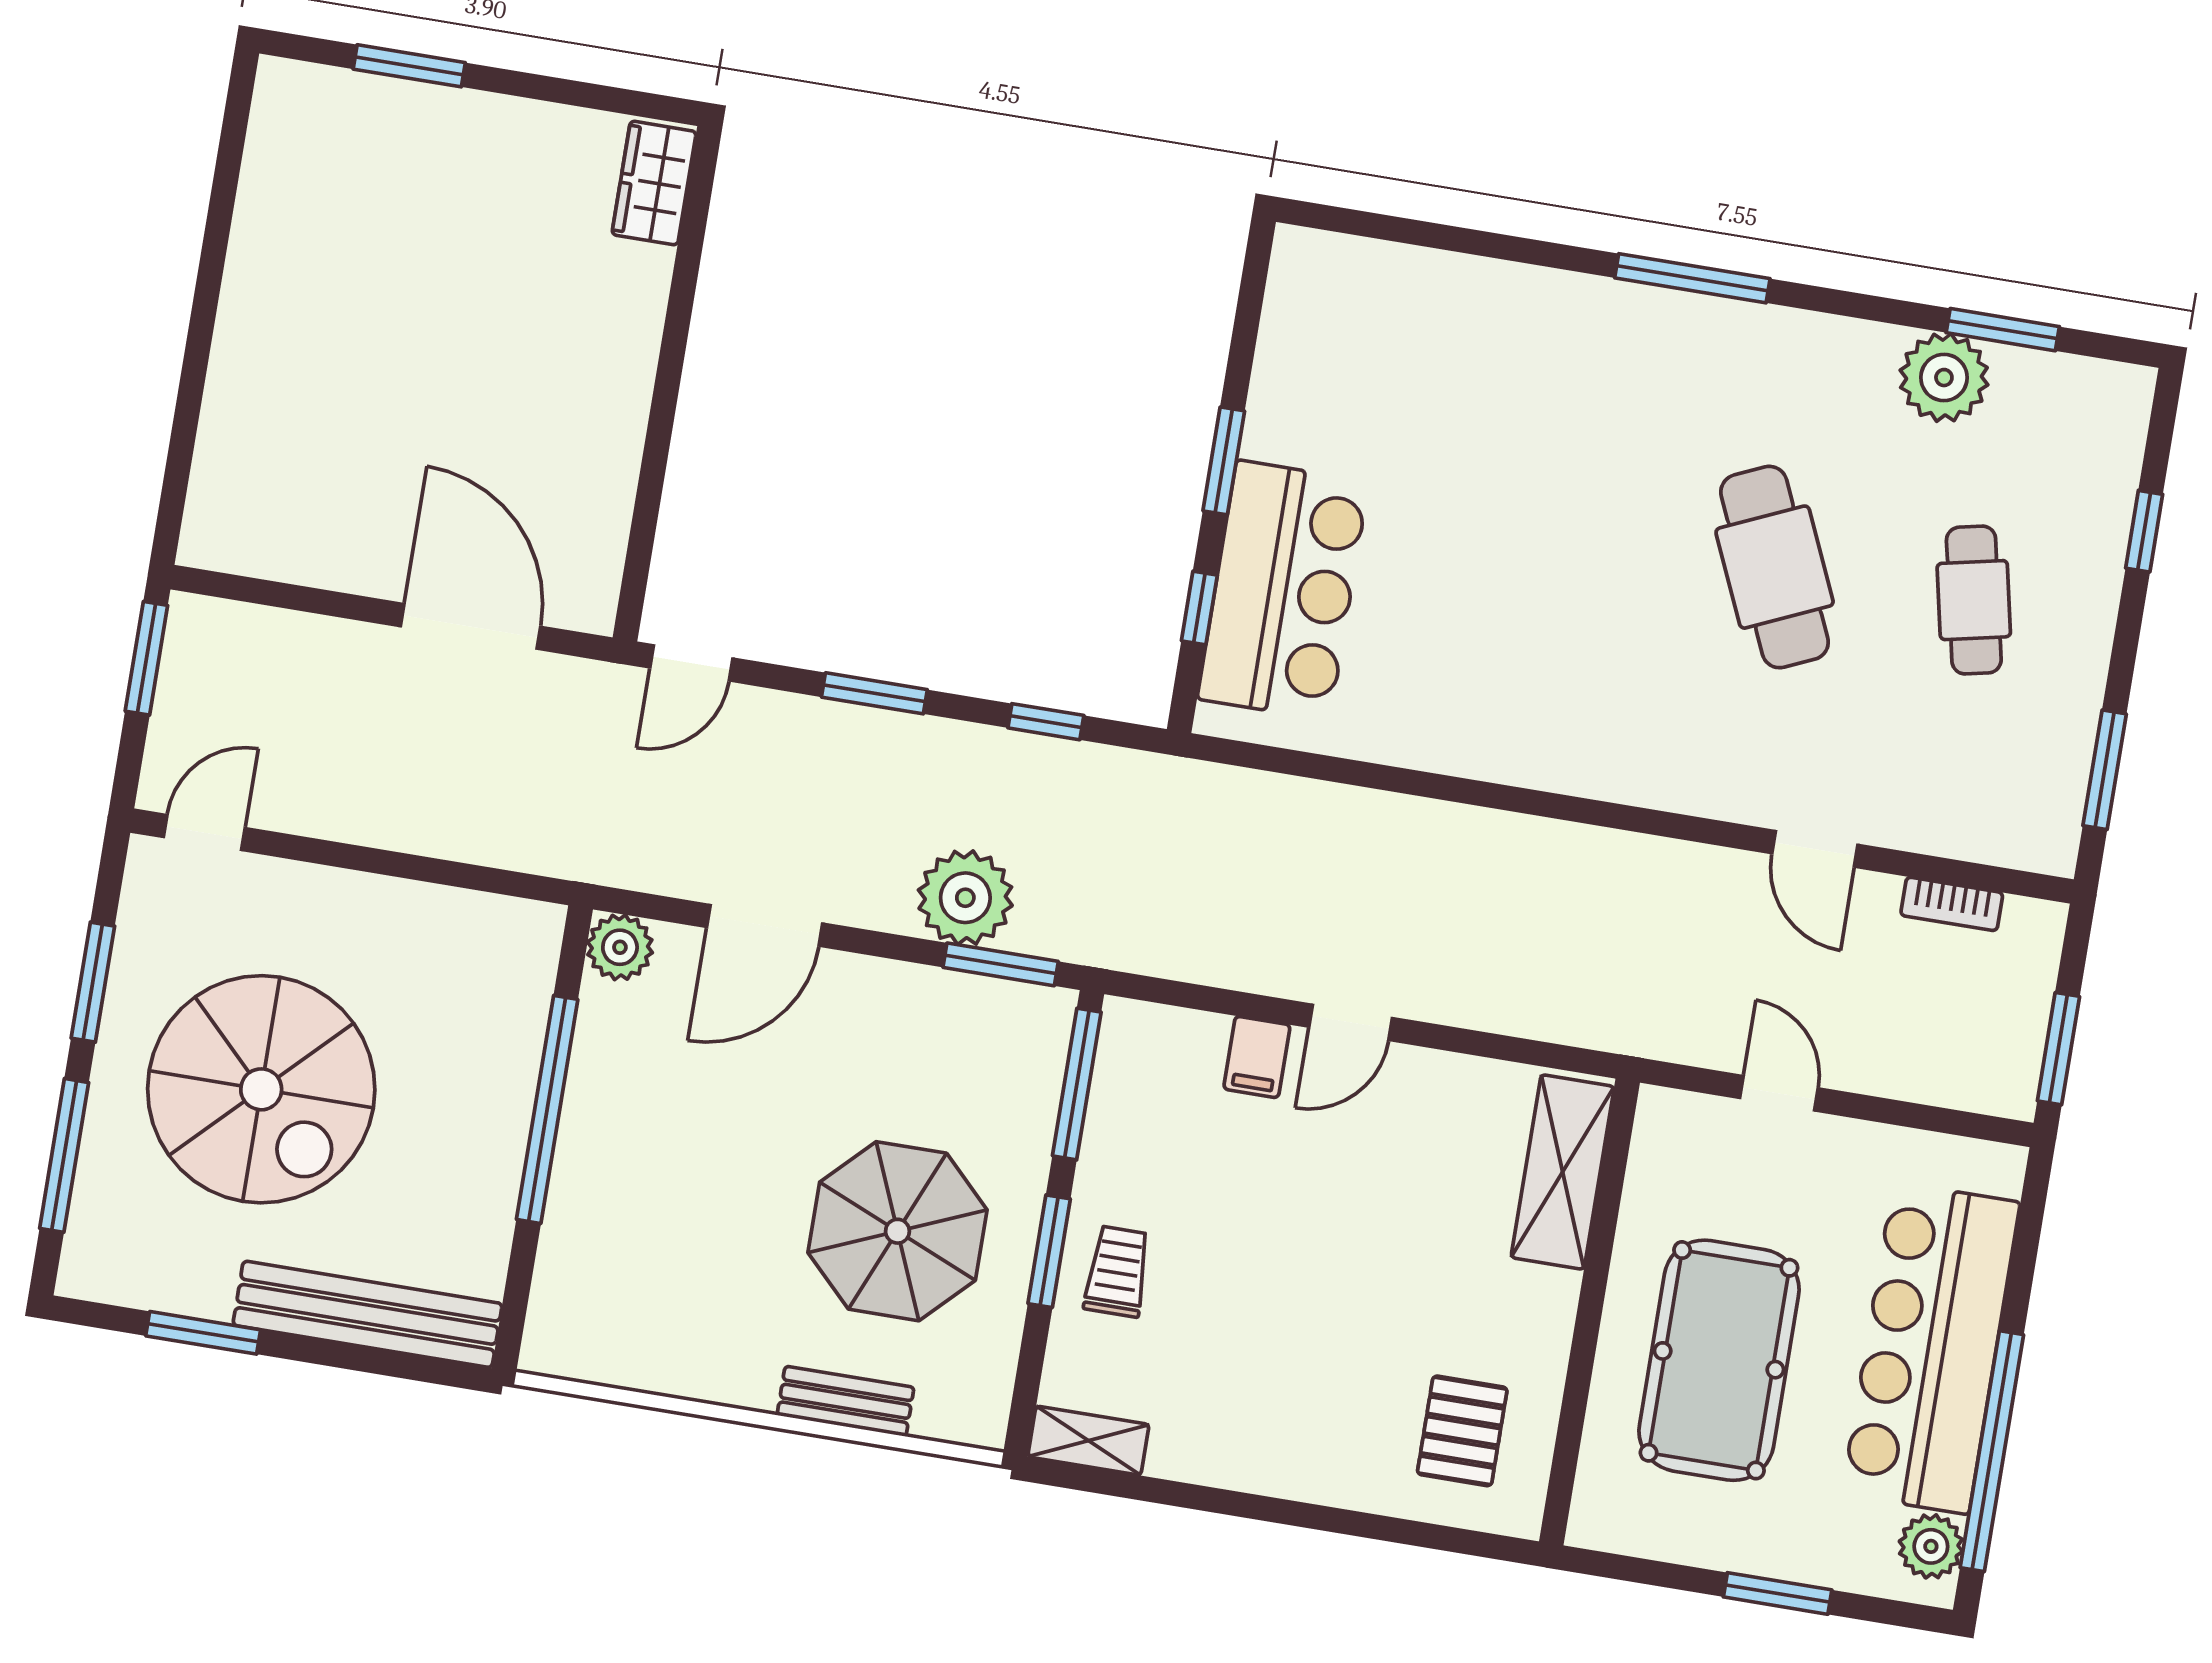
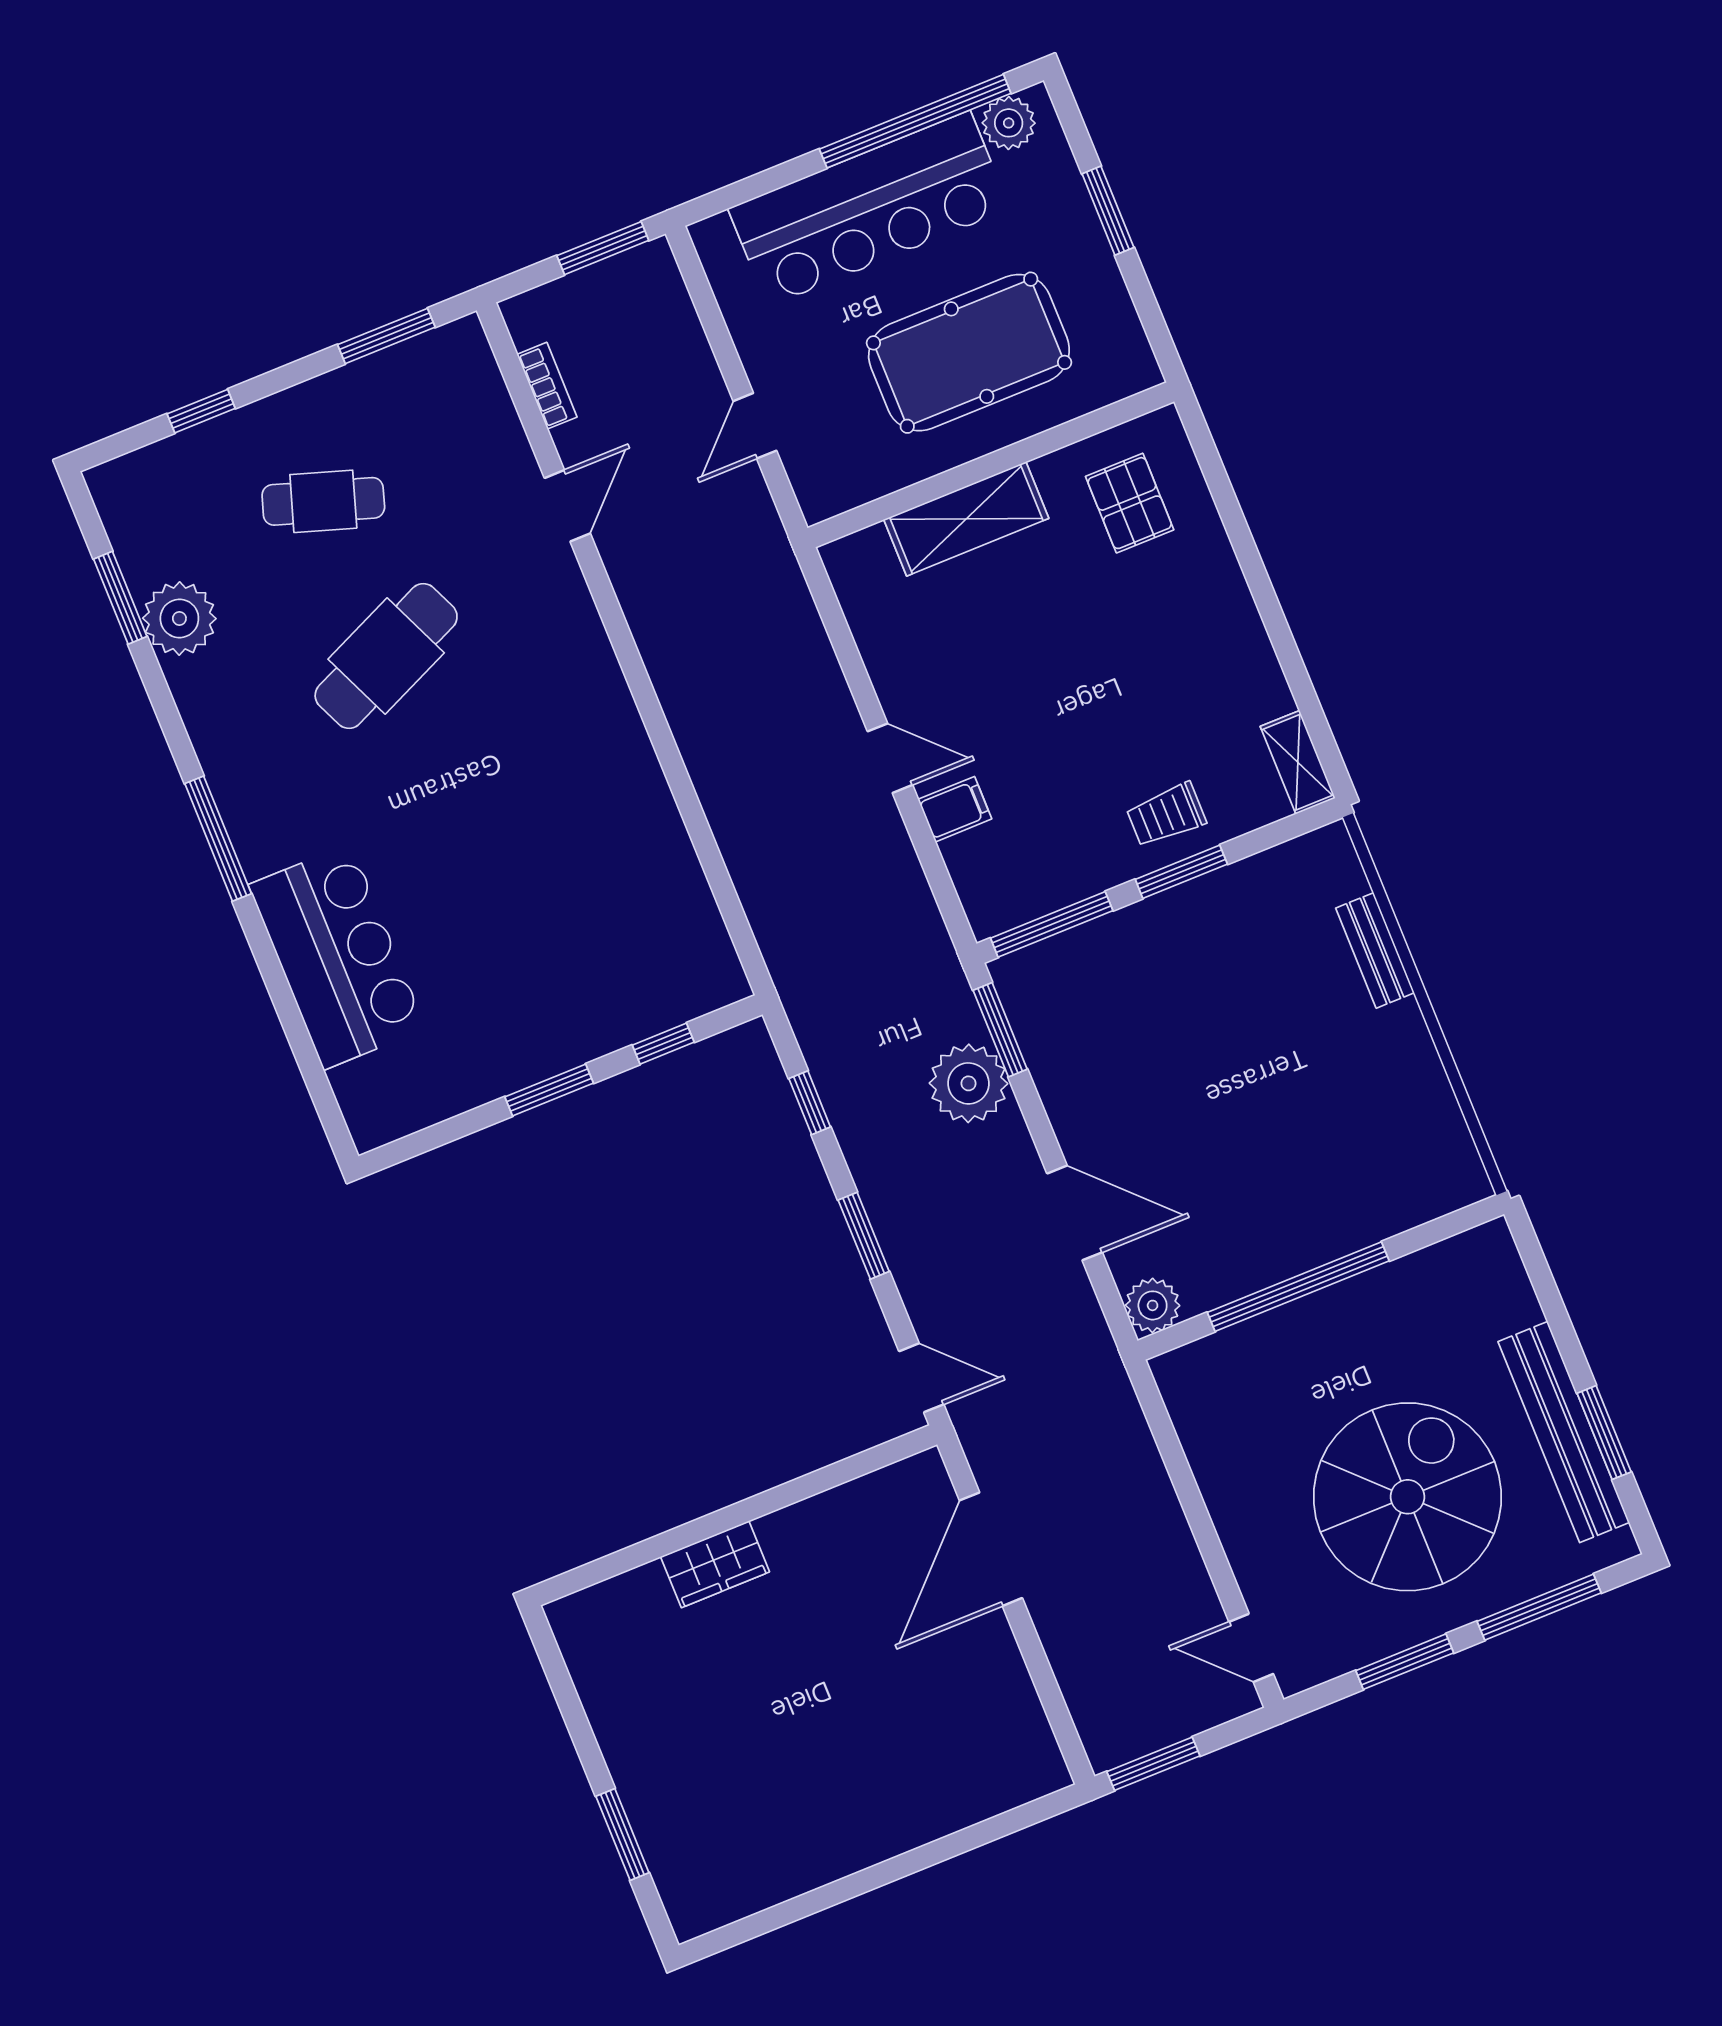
wardrobe: (654, 183) -> (715, 1564), moved
bar counter: (1283, 590) -> (337, 957), moved, turned 90
cafe table: (1974, 600) -> (323, 501), turned 30
shelving: (1563, 1172) -> (966, 519), moved
parasol: (897, 1231) -> (1233, 987), removed
bench: (368, 1314) -> (1564, 1432), moved
pallet: (1462, 1431) -> (1130, 503), turned 90

